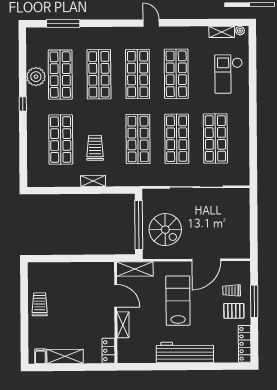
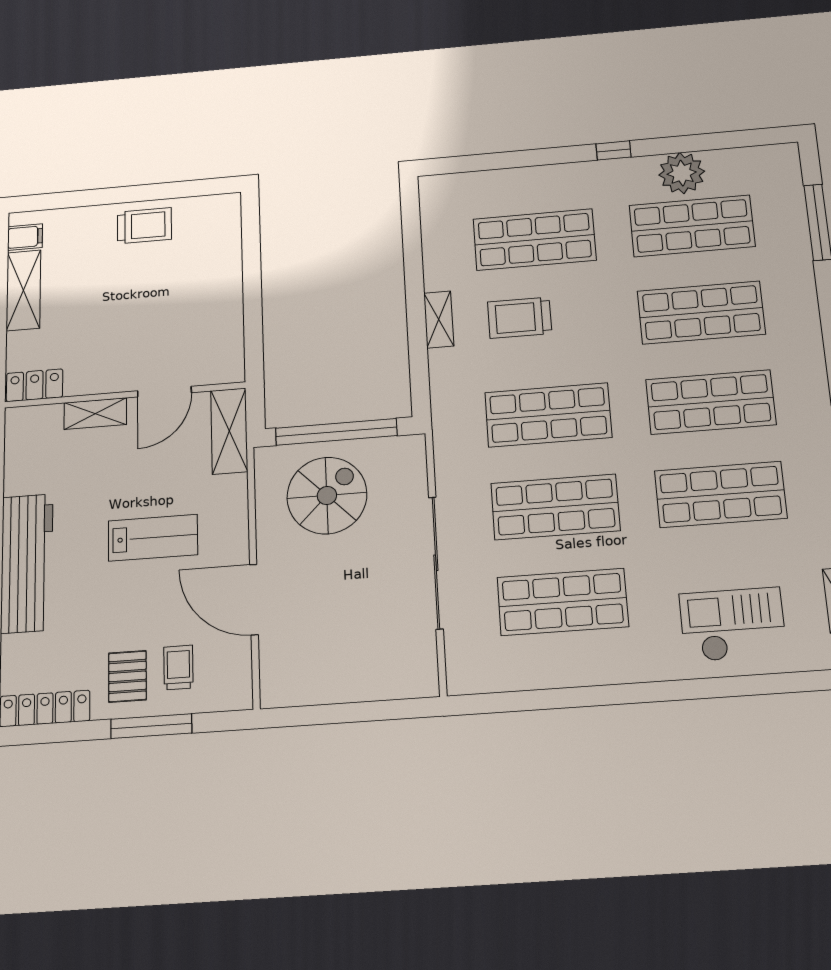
trolley: (95, 148) -> (520, 318), turned 180
spiral stairs: (165, 230) -> (327, 495), turned 180
lab bench: (178, 301) -> (153, 538), width x0.73, depth x0.72

